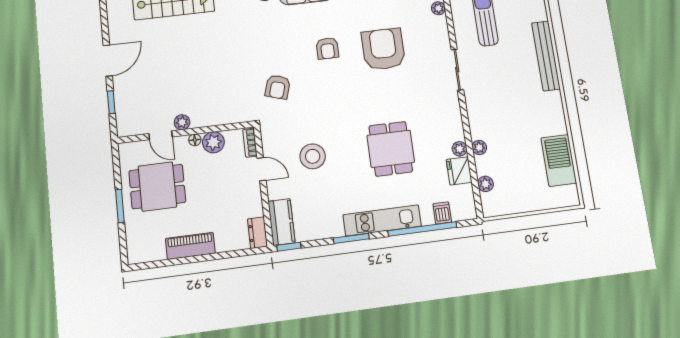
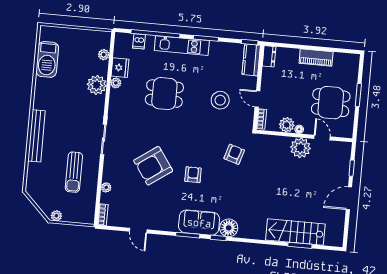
armchair: (383, 49) -> (153, 166), turned 55
plant: (182, 122) -> (300, 148), width x1.88, depth x1.88
plant: (479, 147) -> (97, 85), width x1.88, depth x1.88
dining table: (391, 149) -> (164, 94), turned 90

